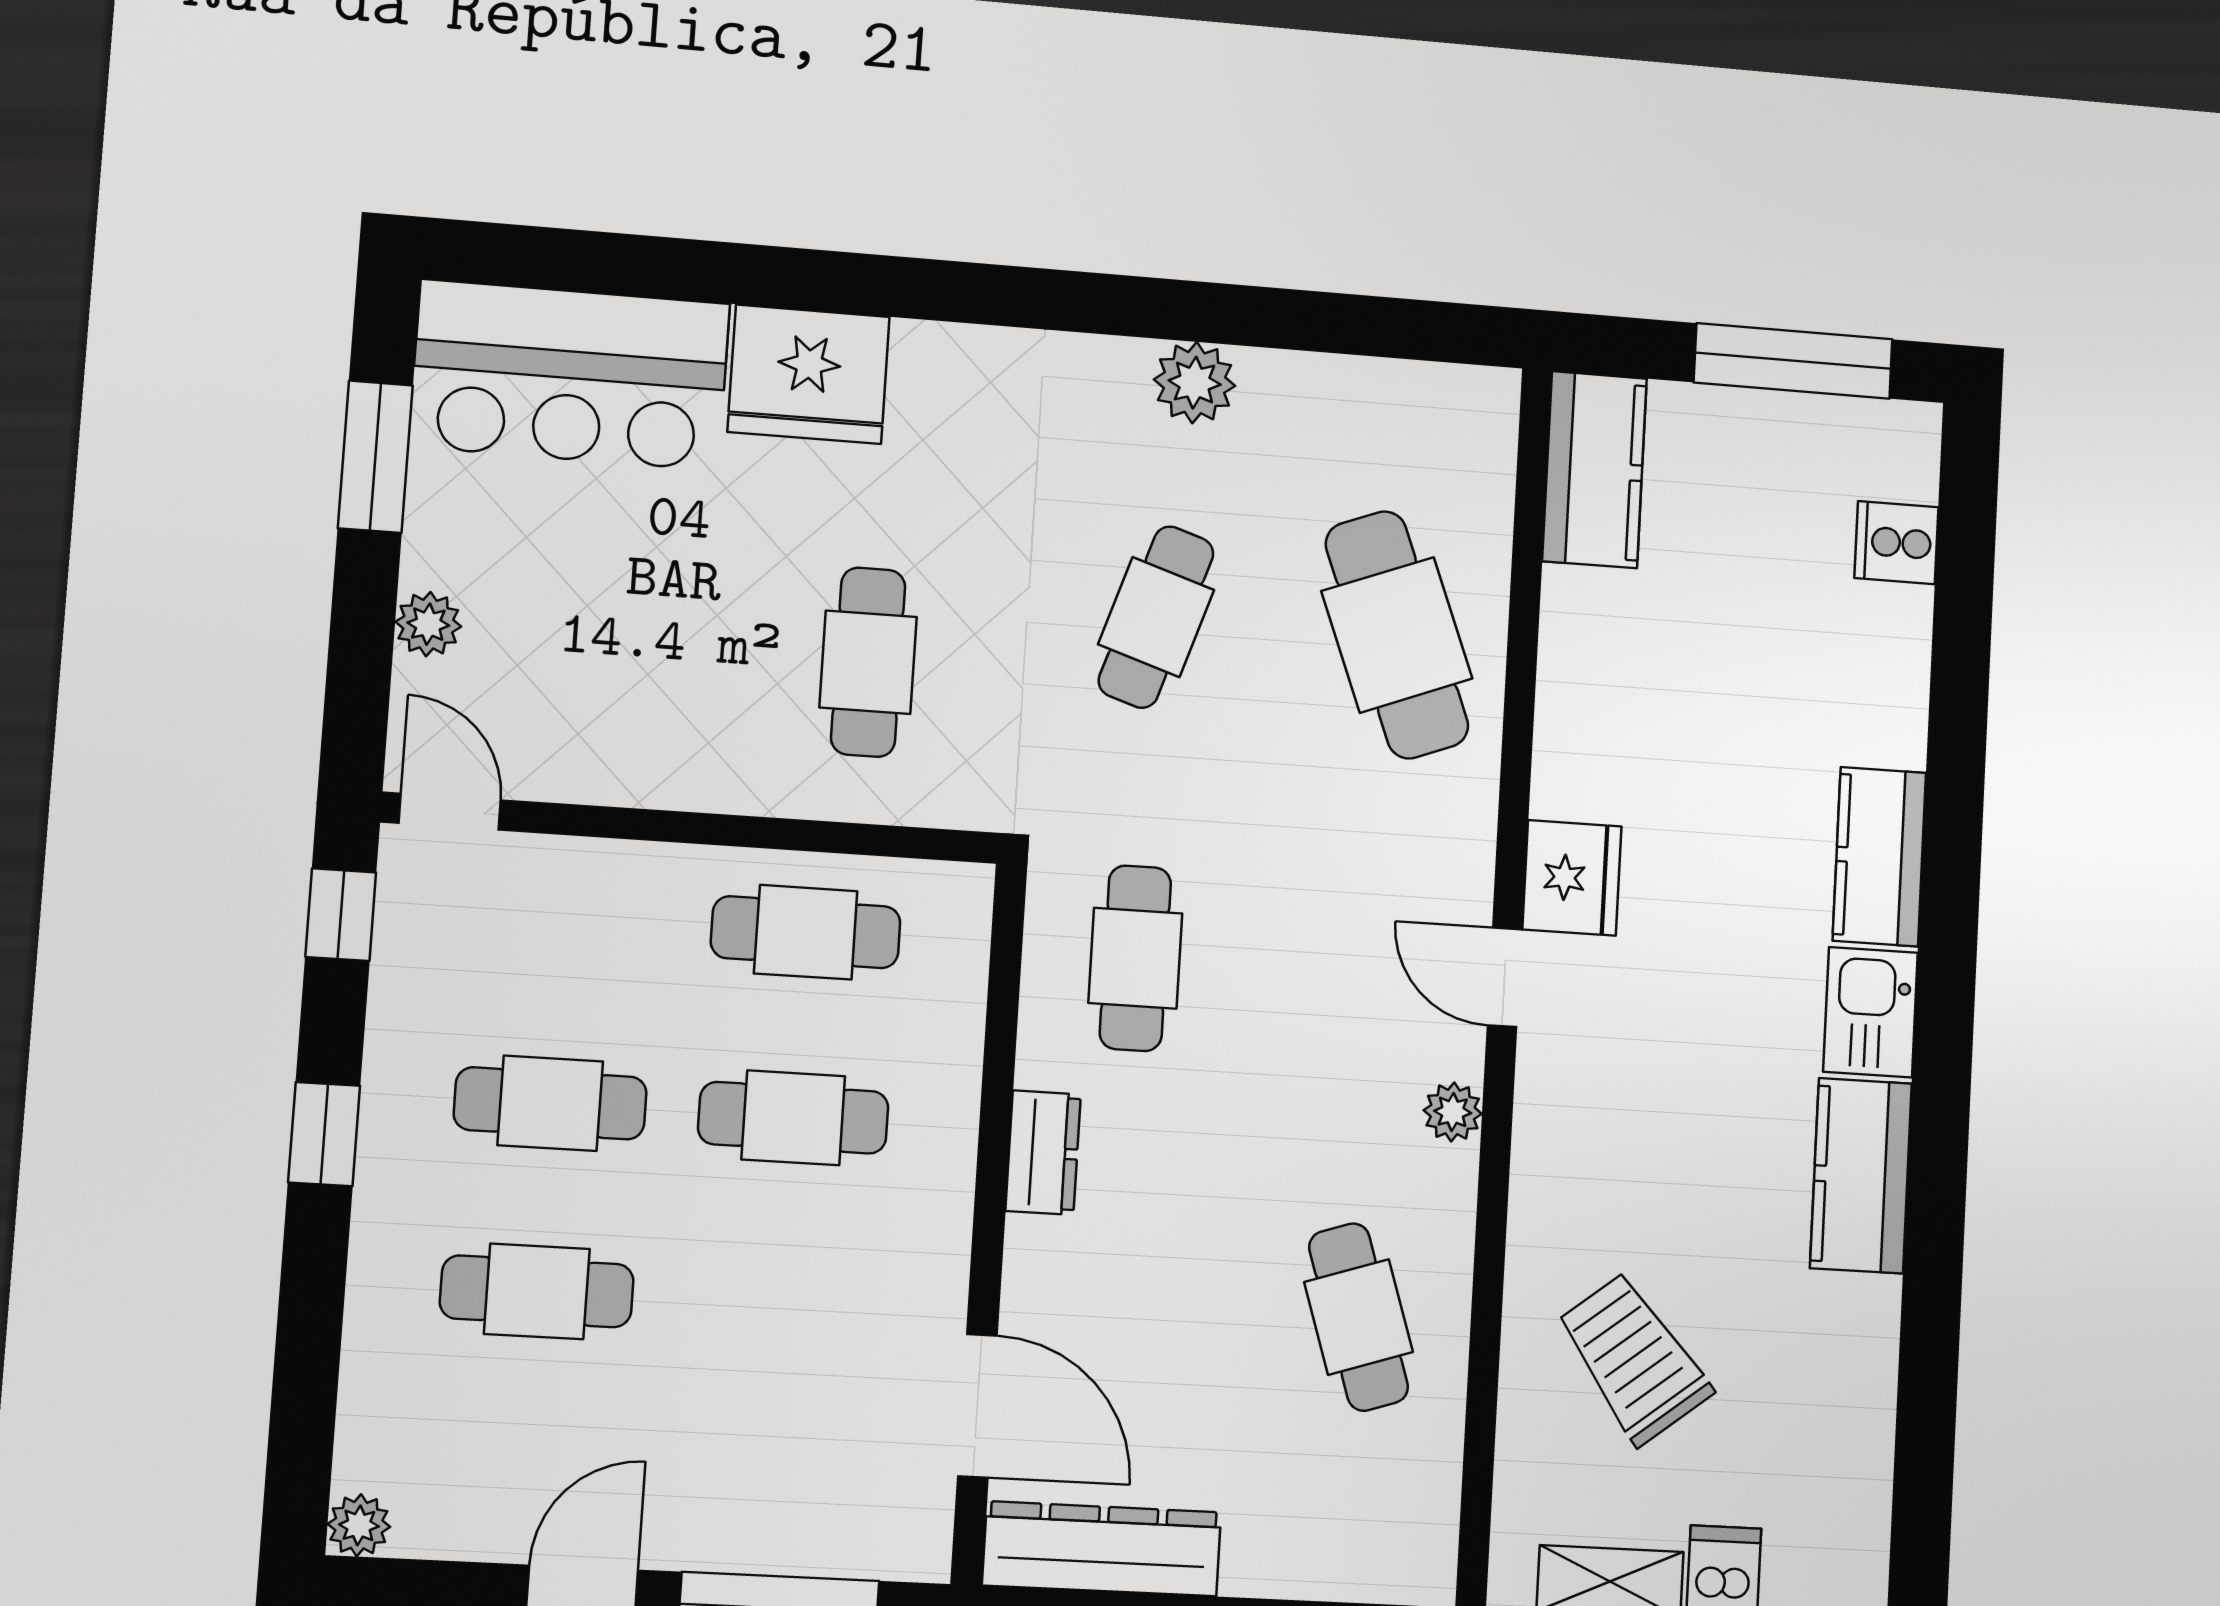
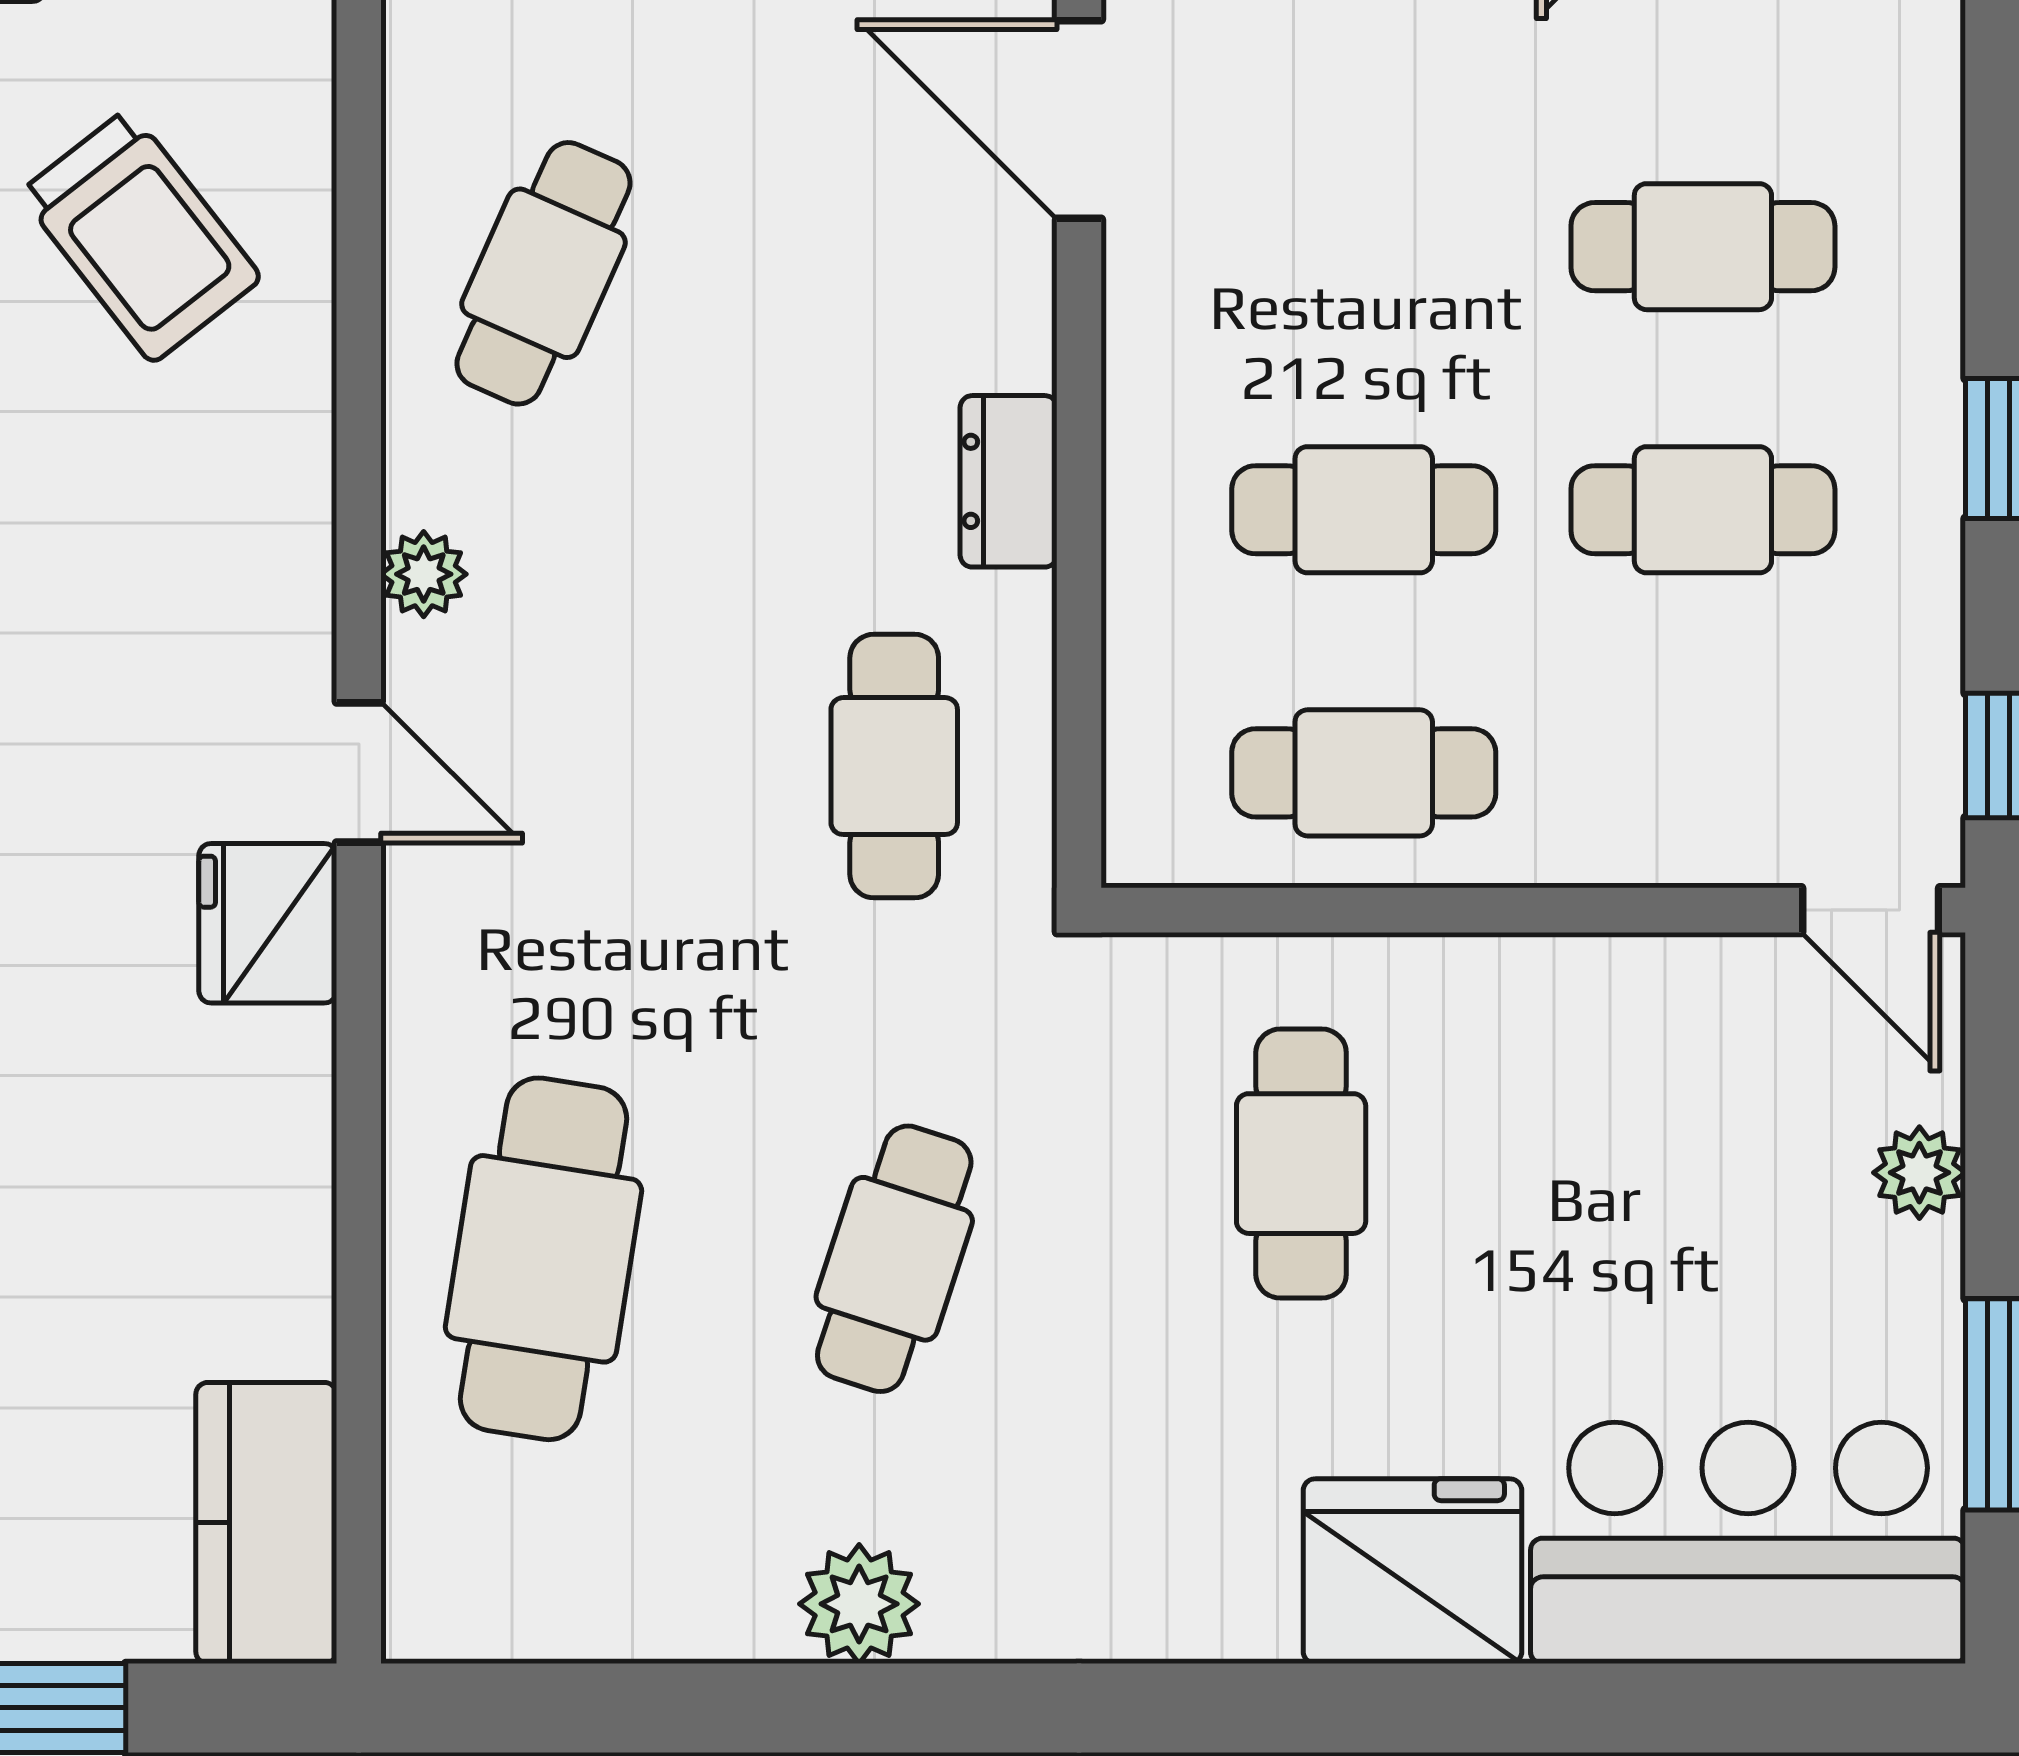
cafe table: (1397, 635) -> (543, 1259), turned 30
cafe table: (1359, 1317) -> (543, 273), turned 42

